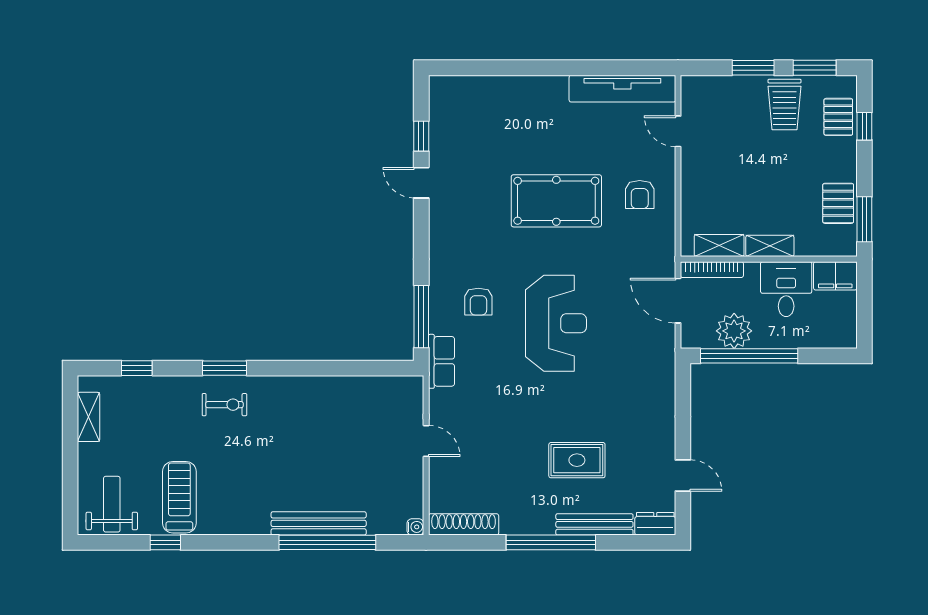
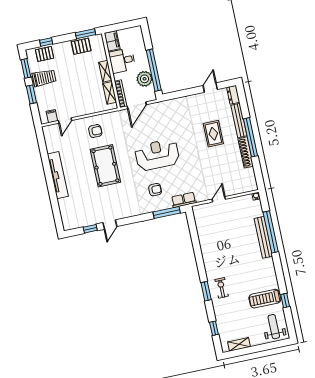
tv unit: (622, 89) -> (58, 175), moved
filing cabinet: (694, 104) -> (52, 116), added
weight bench: (112, 504) -> (274, 327), turned 90
shoe rack: (464, 524) -> (246, 152), moved

